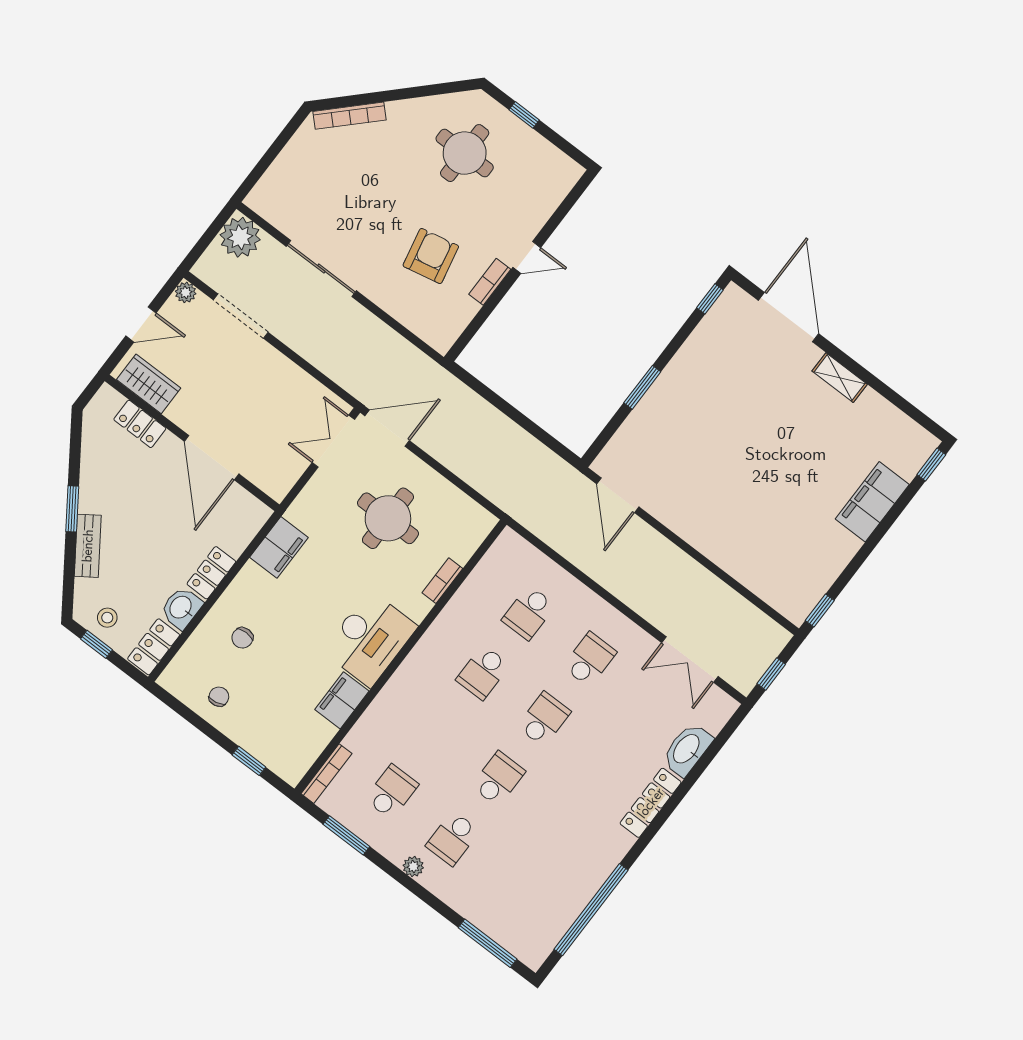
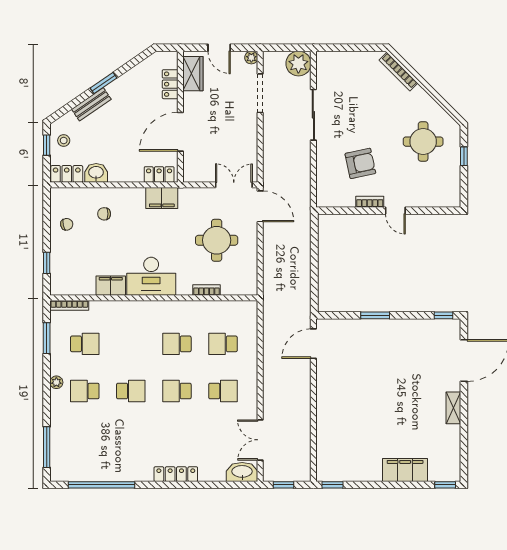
locker: (211, 573) -> (159, 174), moved
school desk: (544, 719) -> (177, 391), turned 180
washbasin: (687, 749) -> (242, 472), moved

